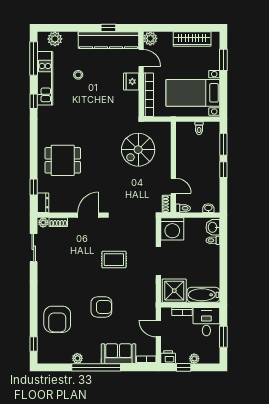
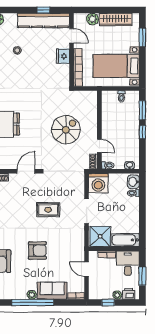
plant: (150, 38) -> (93, 19), moved
spiral stairs: (138, 150) -> (66, 130), moved, turned 180
printer: (168, 357) -> (129, 294), moved
plant: (77, 358) -> (32, 295), moved

